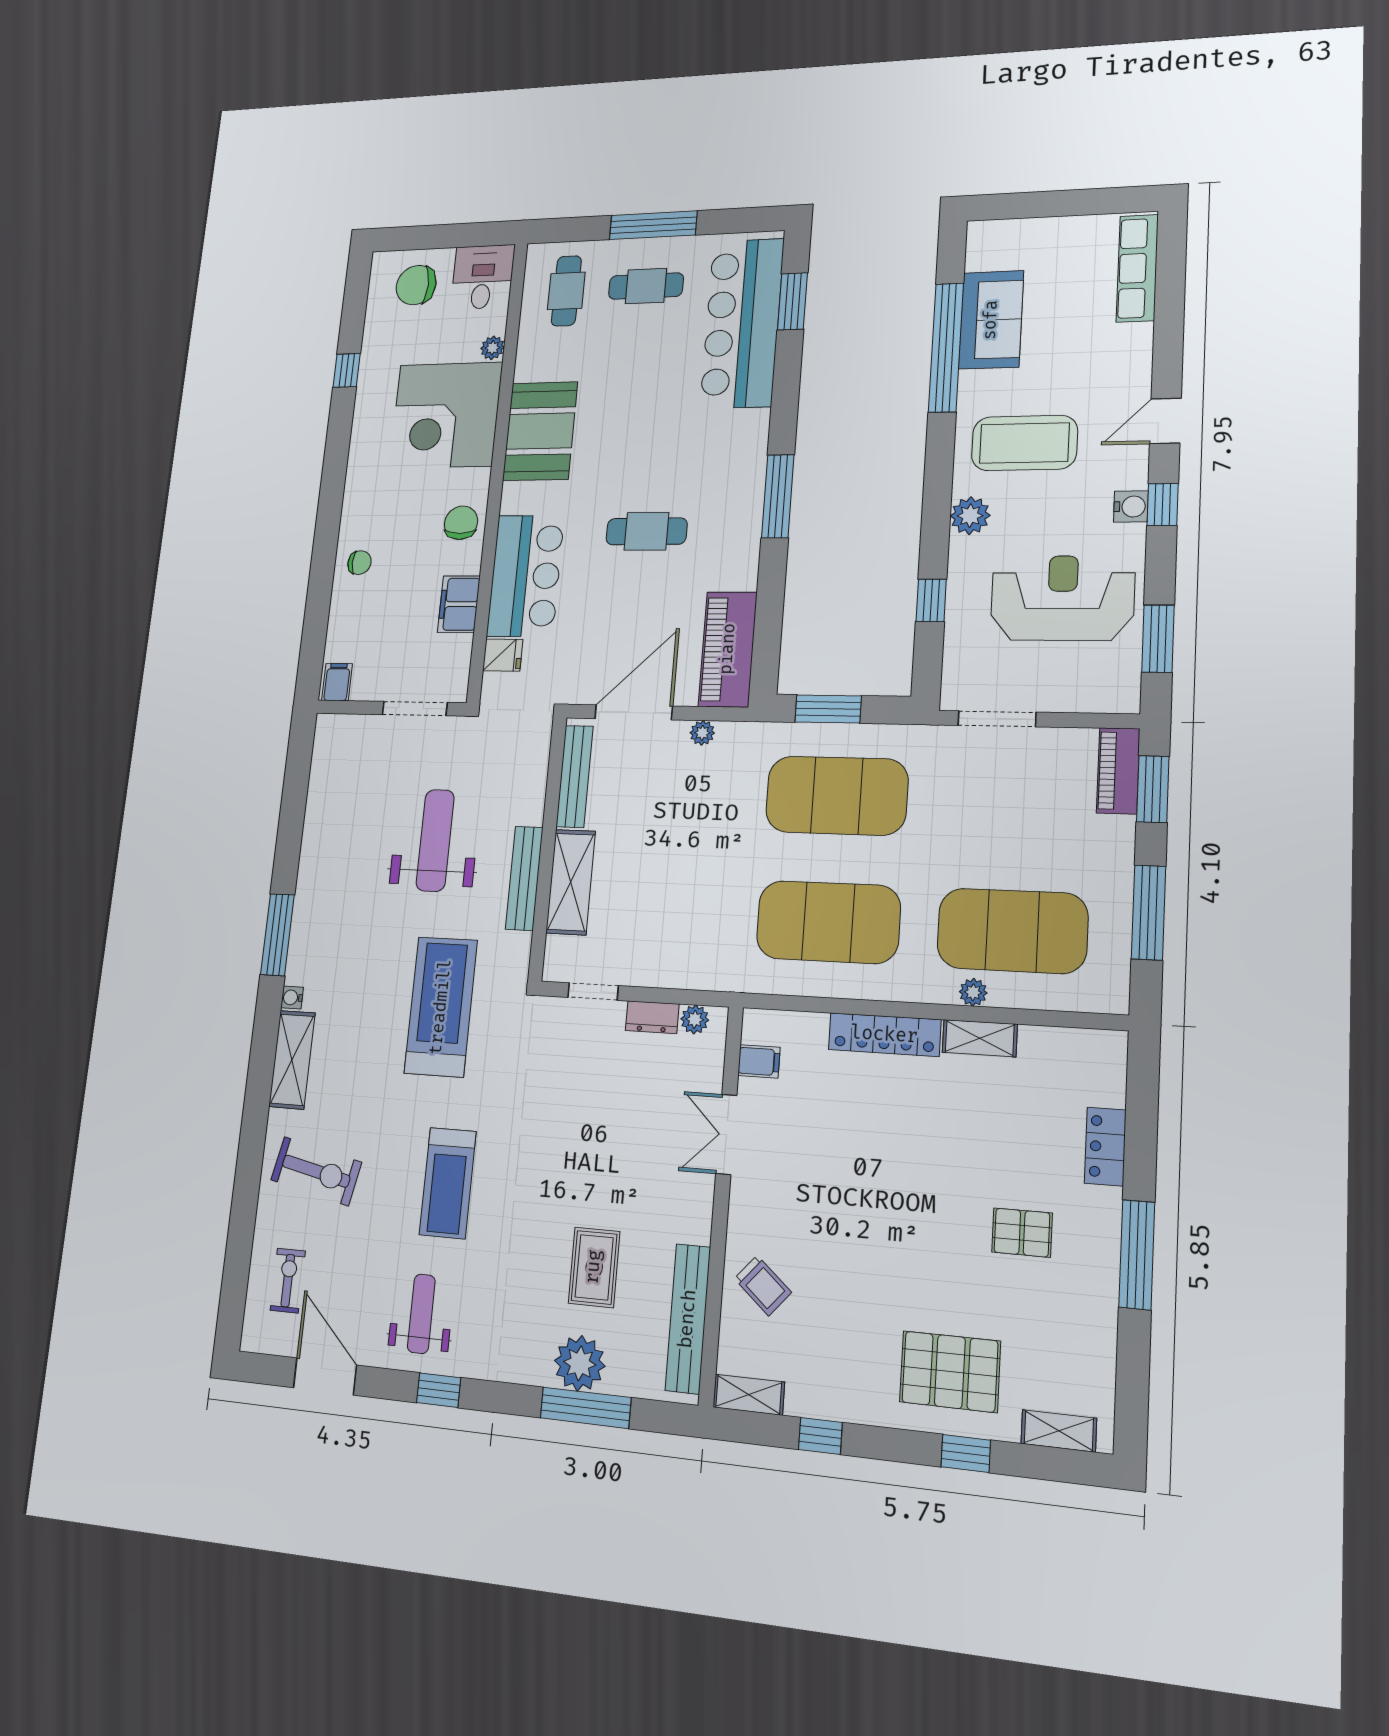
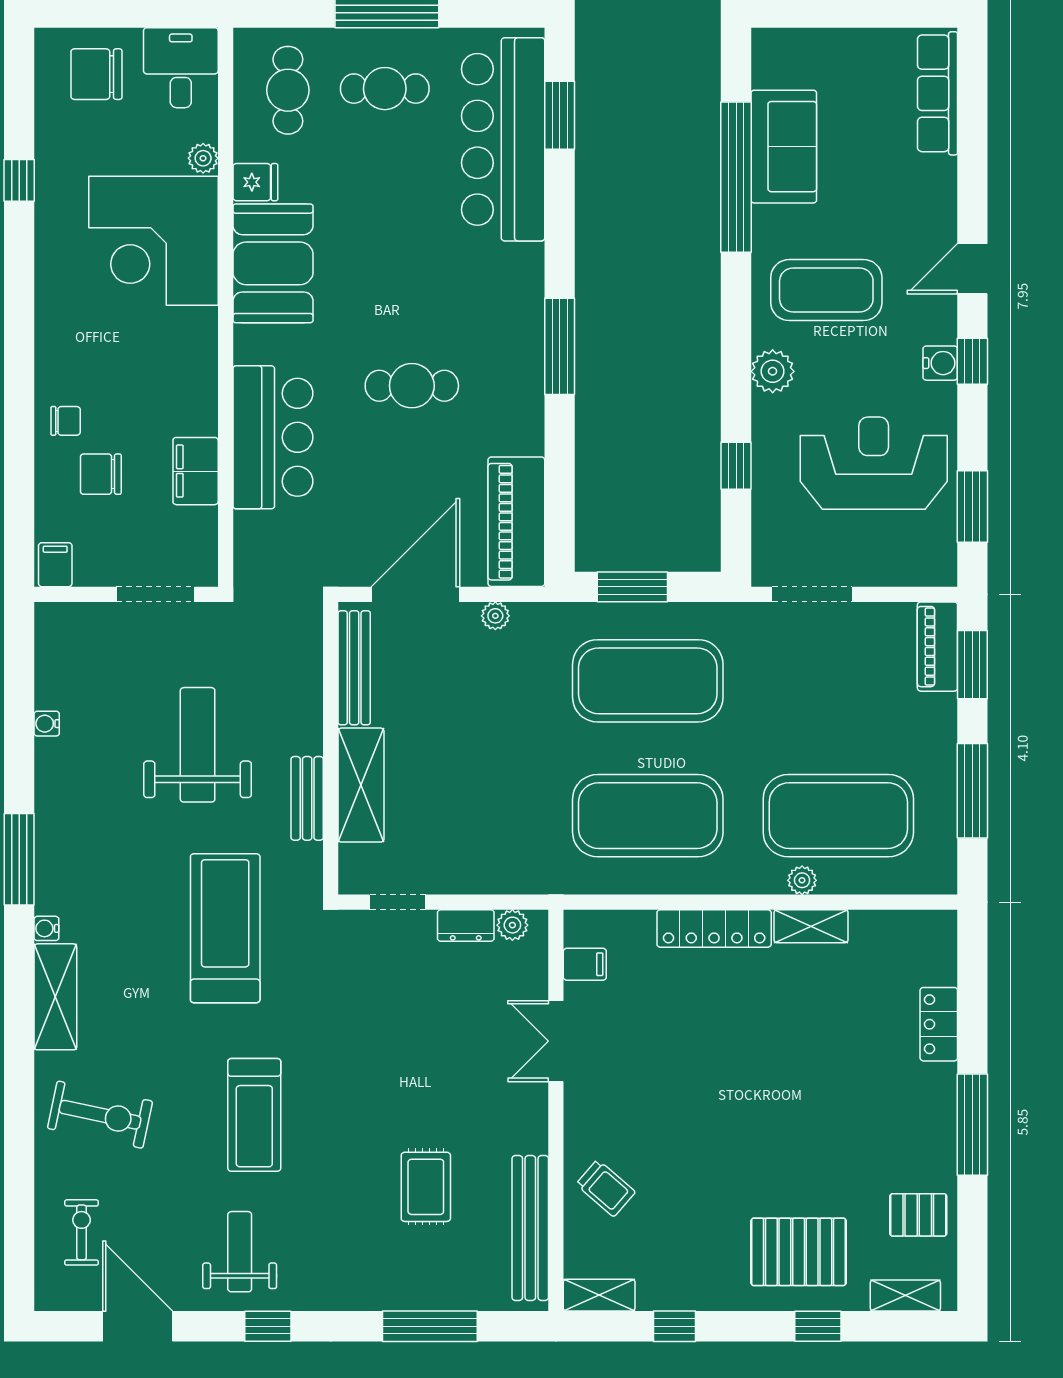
chair: (461, 523) -> (101, 474), moved, turned -90
fridge: (503, 655) -> (255, 182), moved
water cooler: (314, 817) -> (47, 724), added
bench: (524, 878) -> (307, 798), width x0.73
pallet: (1022, 1233) -> (918, 1215), moved
plant: (580, 1363) -> (419, 1284), removed

